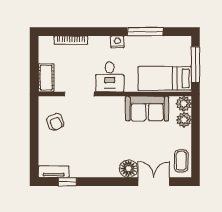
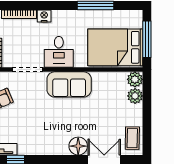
nightstand: (117, 42) -> (44, 16), moved
bed: (165, 78) -> (115, 47), width x1.50
sofa: (147, 109) -> (69, 84), moved

